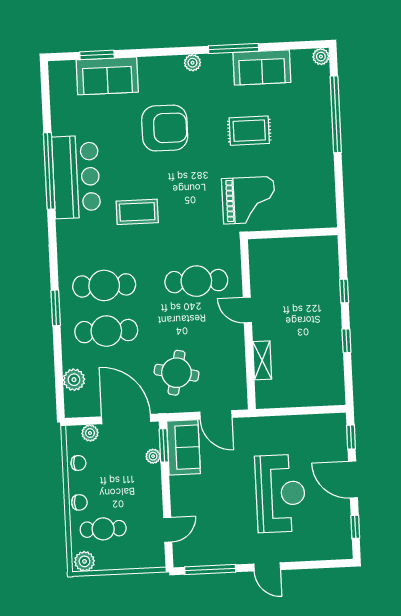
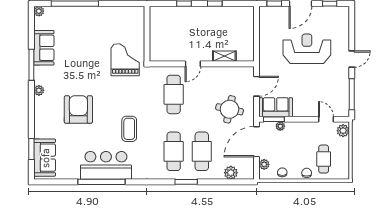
sofa: (107, 76) -> (45, 158), moved
rug: (249, 131) -> (82, 57), removed
plant: (84, 561) -> (343, 131), moved

